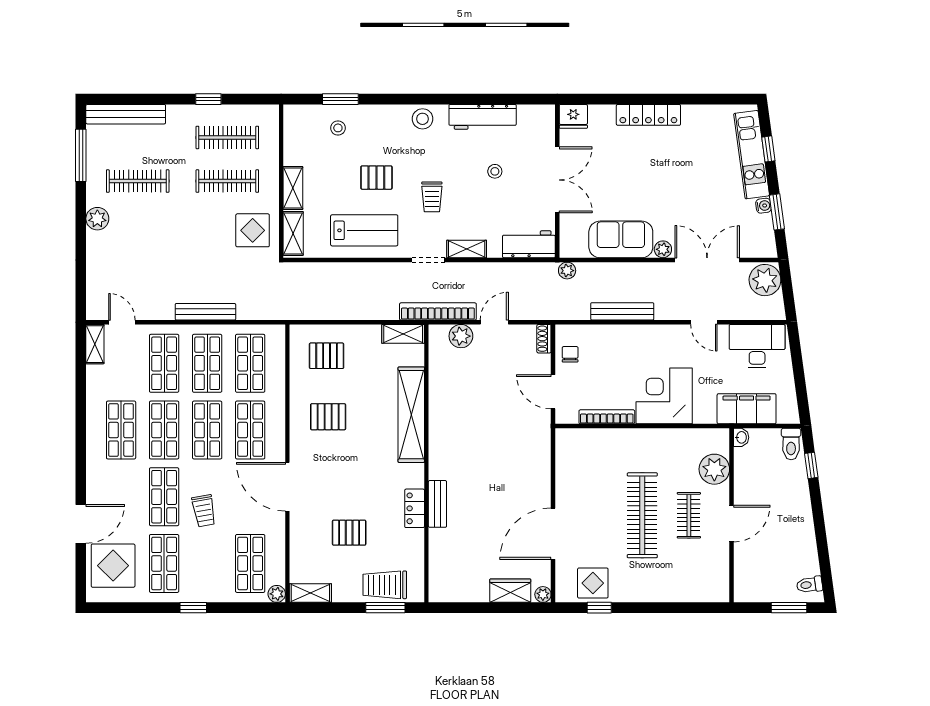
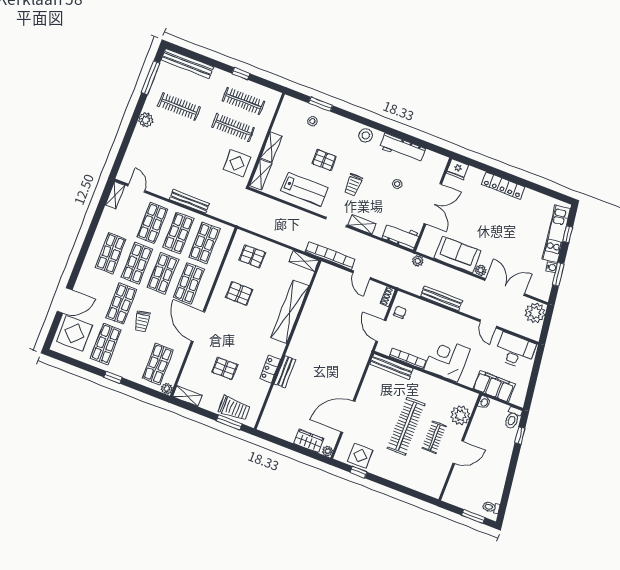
door: (494, 322) -> (362, 275), swing flipped
plant: (461, 336) -> (338, 276), removed
bench: (588, 437) -> (391, 366), added
trolley: (385, 585) -> (234, 408), turned 180

